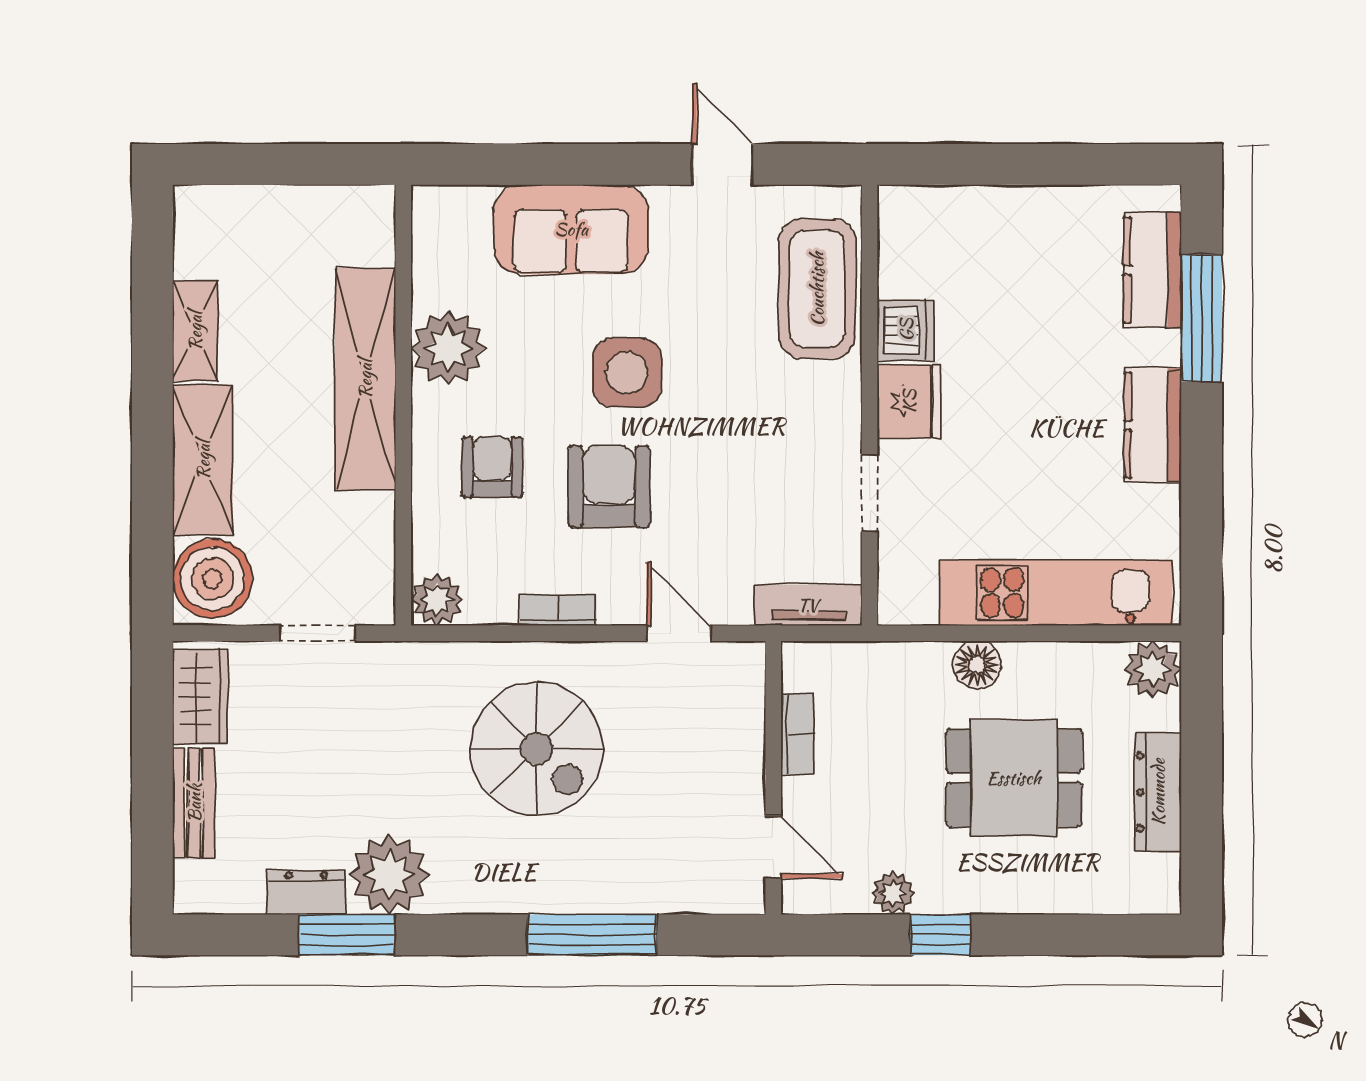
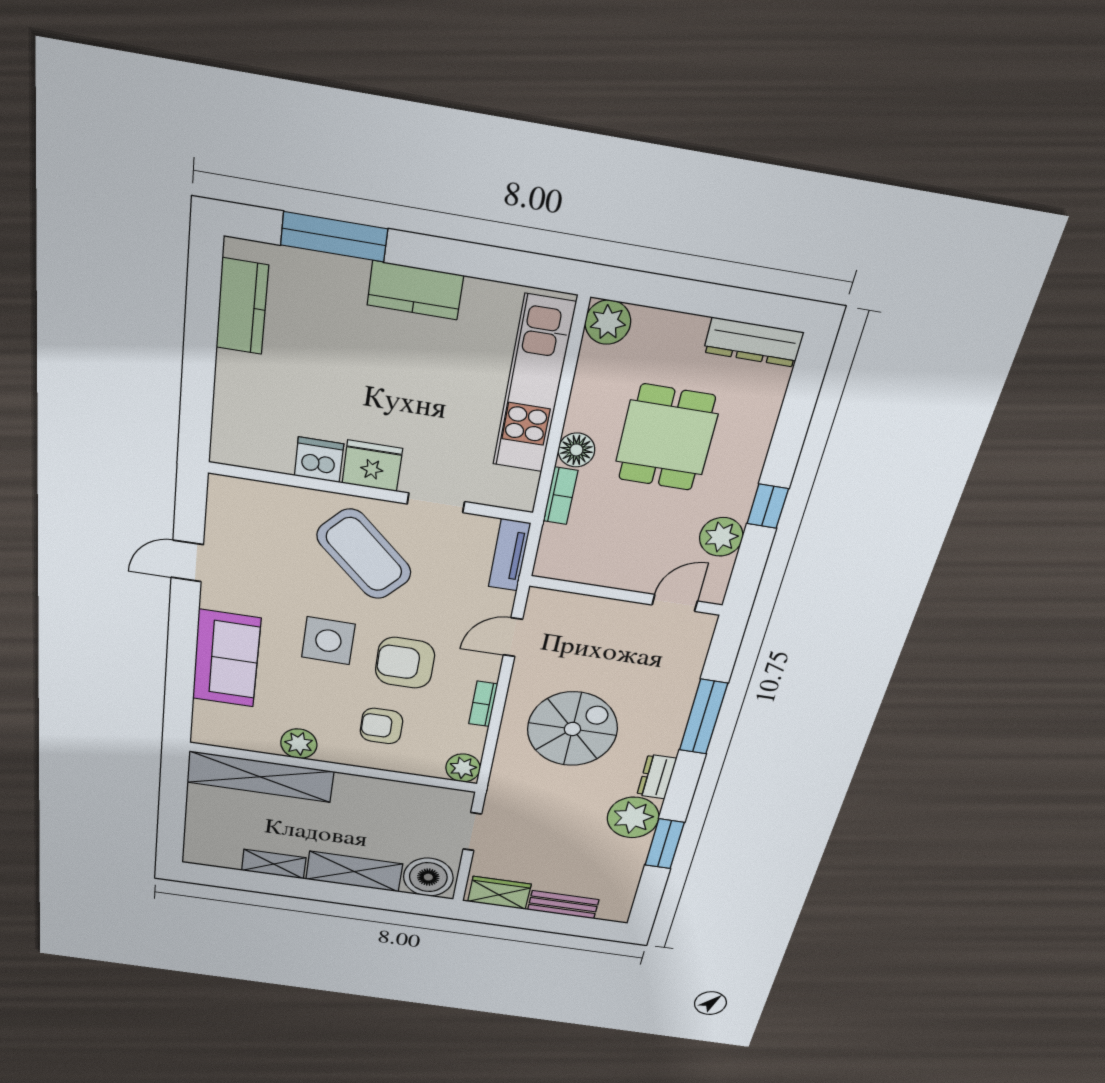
kitchen counter: (1152, 270) -> (242, 307), moved, turned -90
coffee table: (817, 289) -> (364, 554), moved, turned 43
plant: (448, 348) -> (299, 744), width x0.73, depth x0.73
shelving: (365, 379) -> (260, 777), moved
bookcase: (797, 734) -> (560, 496), moved, turned 90
dresser: (1158, 792) -> (753, 342), moved
dresser: (306, 892) -> (657, 777), moved
plant: (893, 893) -> (721, 537), width x1.38, depth x1.38

